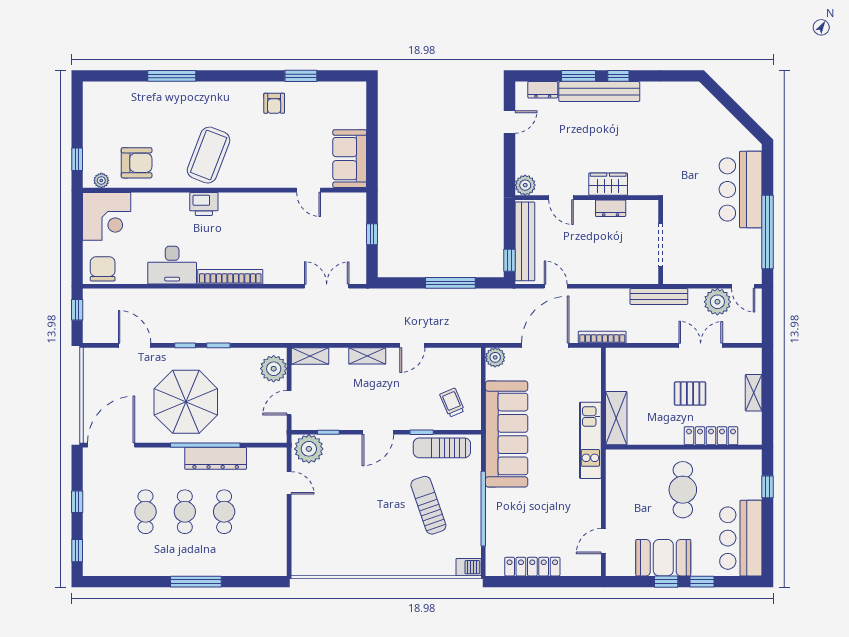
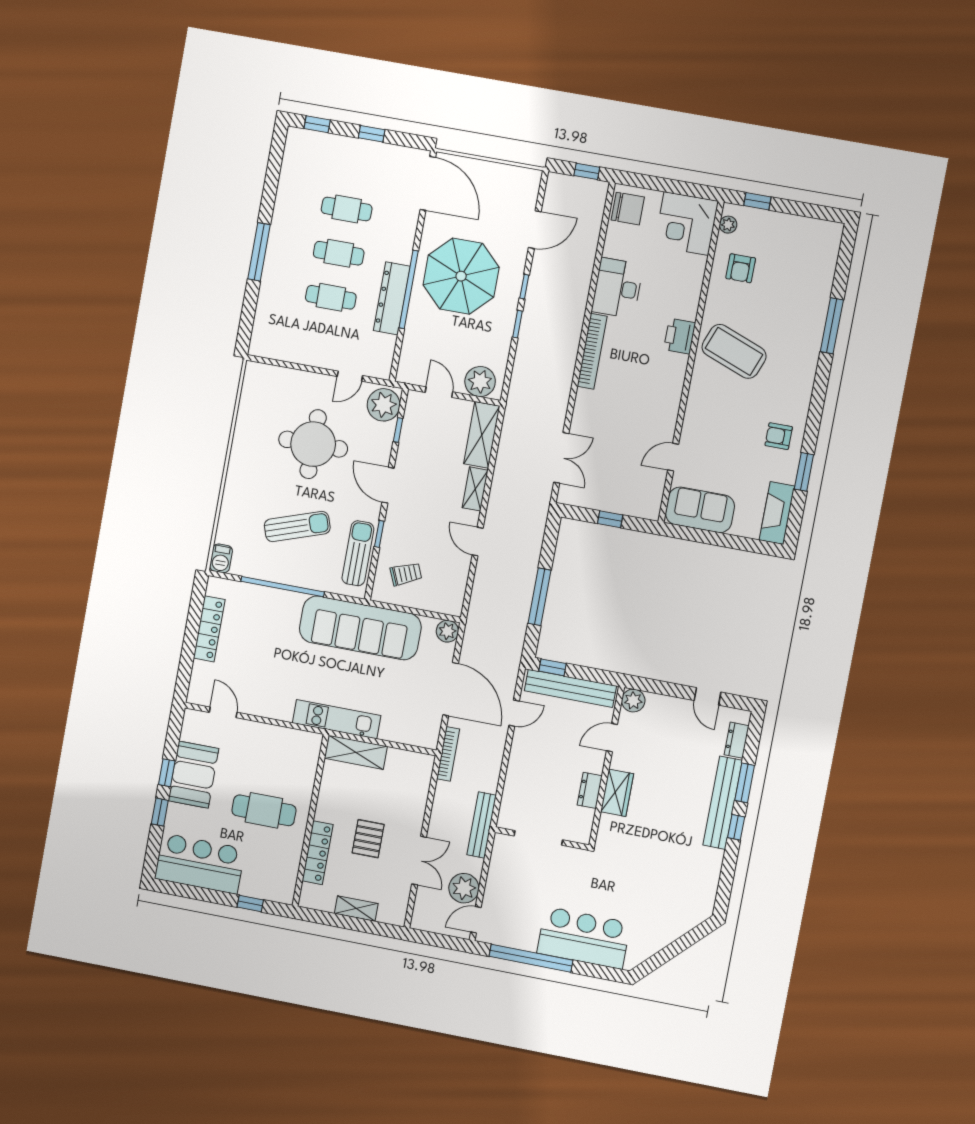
fireplace: (340, 92) -> (777, 513), added
armchair: (137, 163) -> (741, 268), width x0.72, depth x0.72
shelving: (310, 356) -> (482, 435), width x1.50, depth x1.33
round table: (354, 504) -> (313, 444), added

